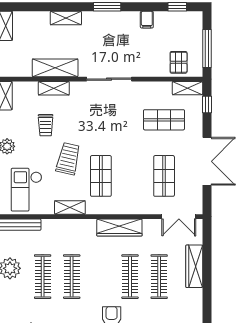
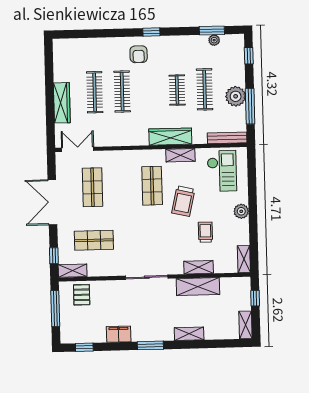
filing cabinet: (147, 20) -> (119, 334), width x2.00
wardrobe: (119, 228) -> (170, 137), moved
clothes rail: (72, 277) -> (177, 90), width x0.73

